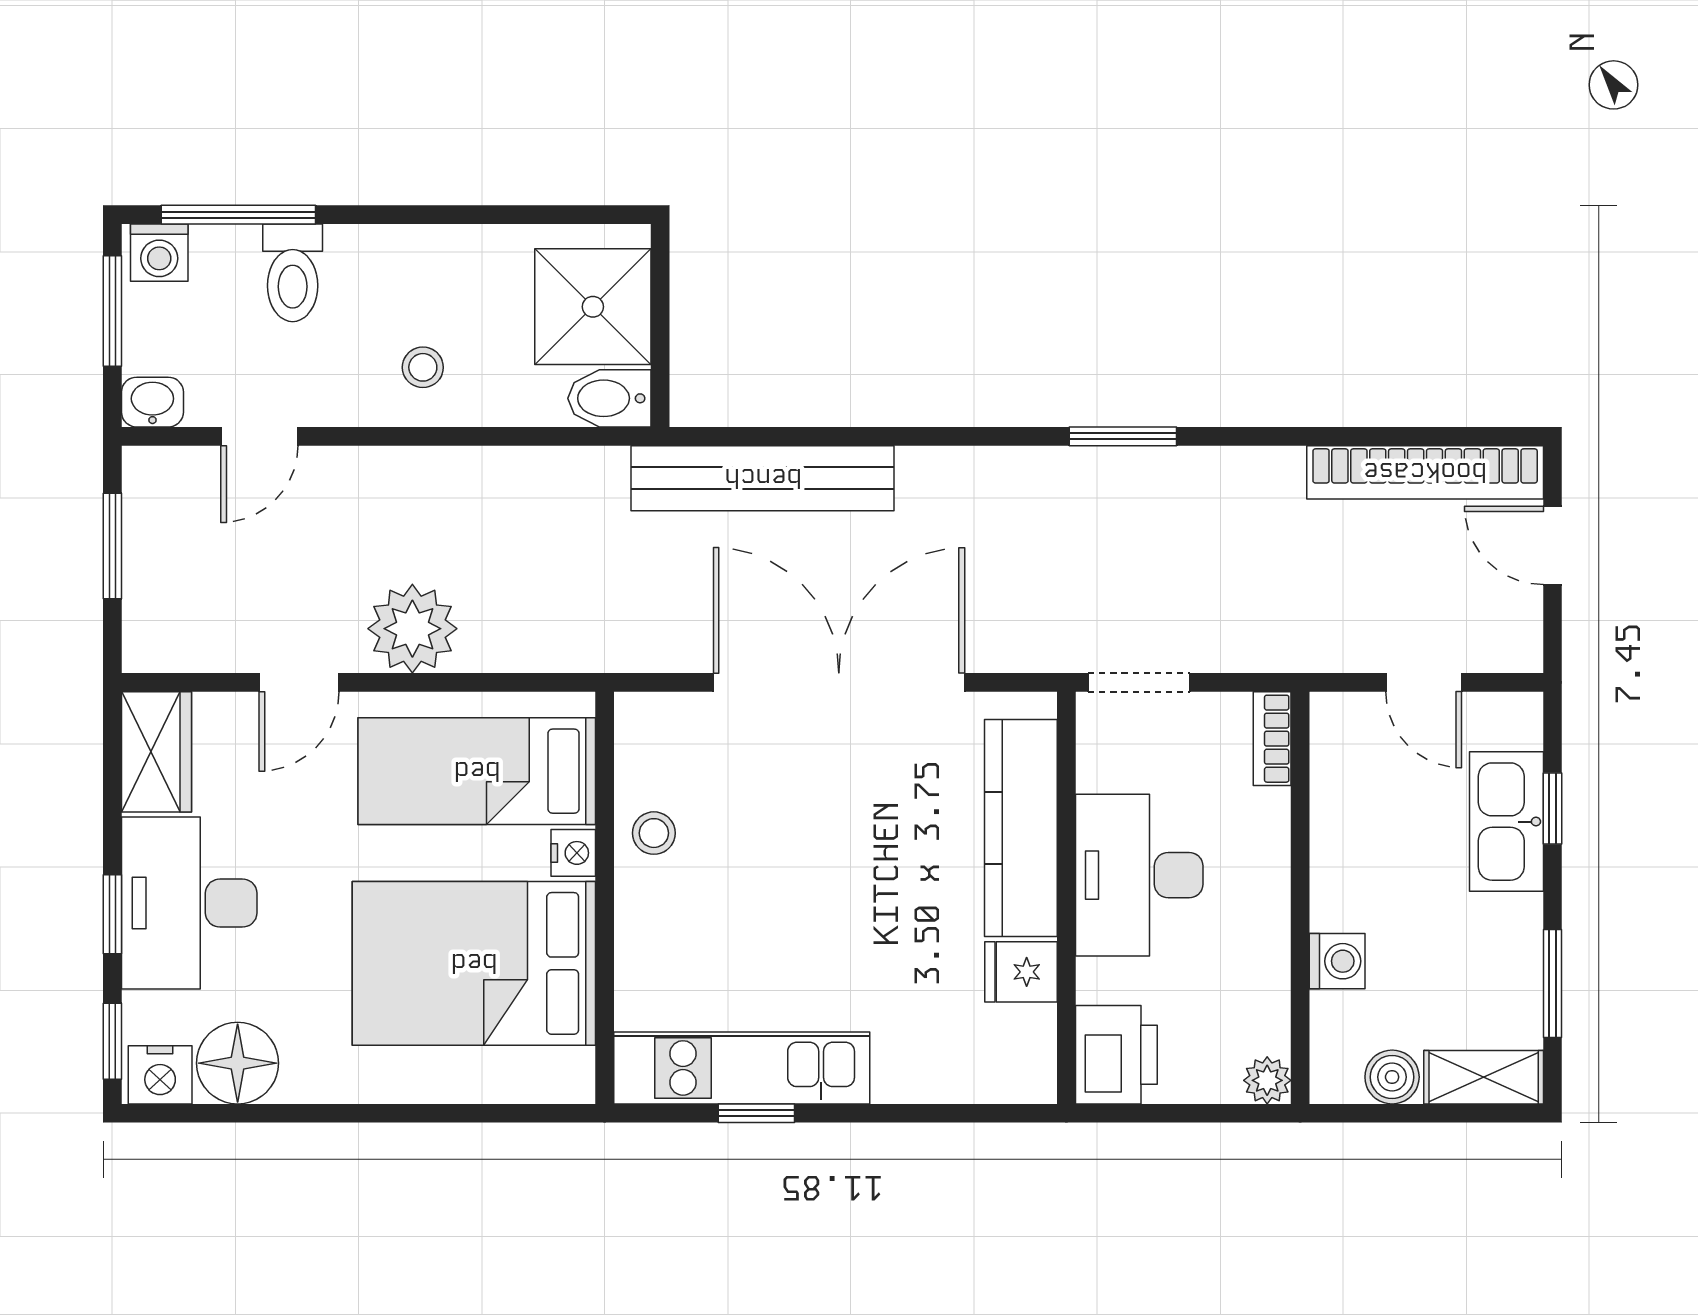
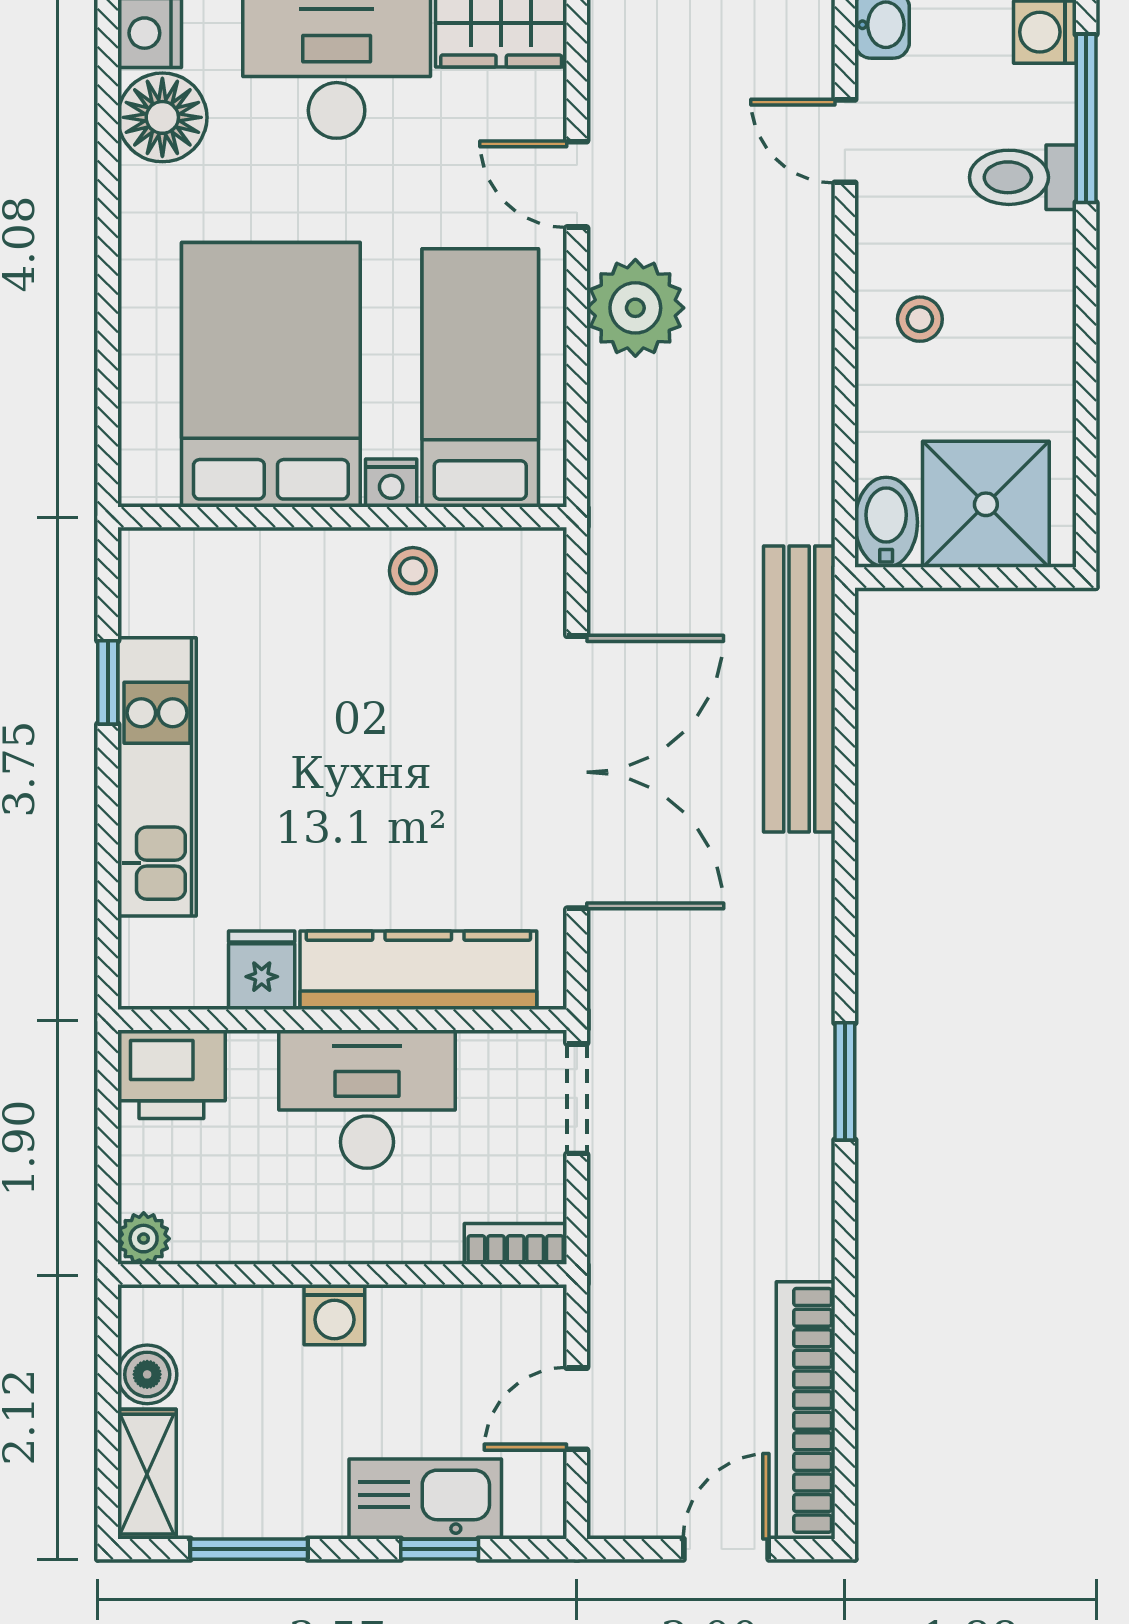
washing machine: (1337, 961) -> (334, 1315), moved
kitchen unit: (742, 1068) -> (157, 777), moved

